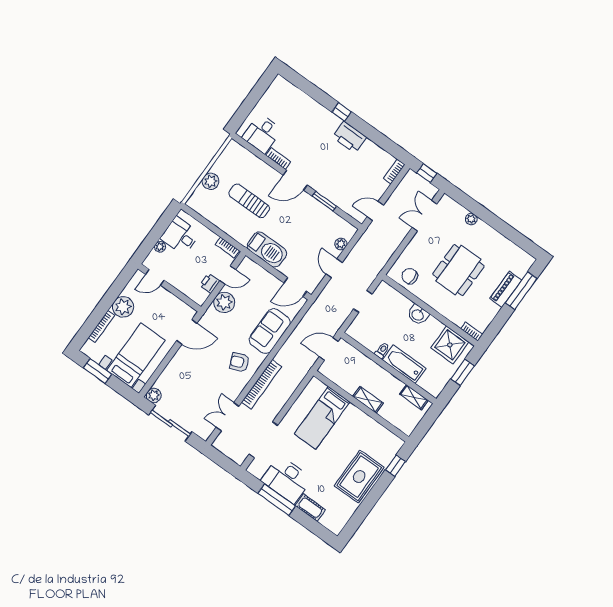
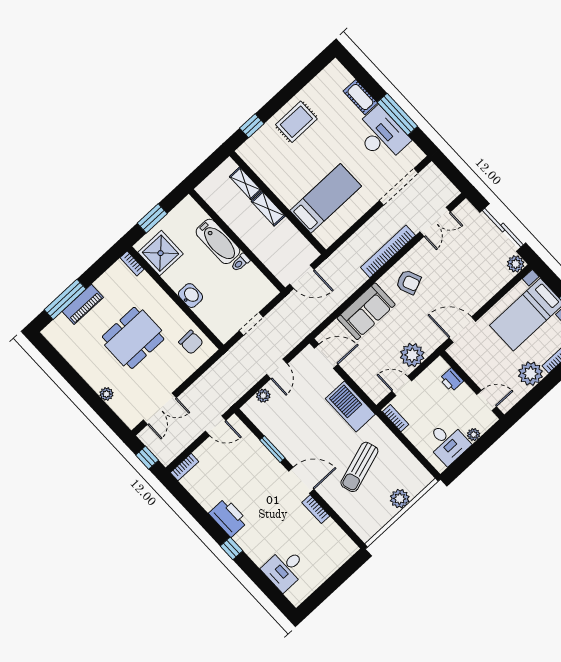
desk: (262, 134) -> (285, 569), moved, turned 180
sun lounger: (249, 201) -> (359, 467), turned 72
printer: (210, 283) -> (451, 380), moved, turned 90
shelving: (414, 397) -> (245, 183), moved
rug: (359, 477) -> (296, 122), width x0.73, depth x0.70

